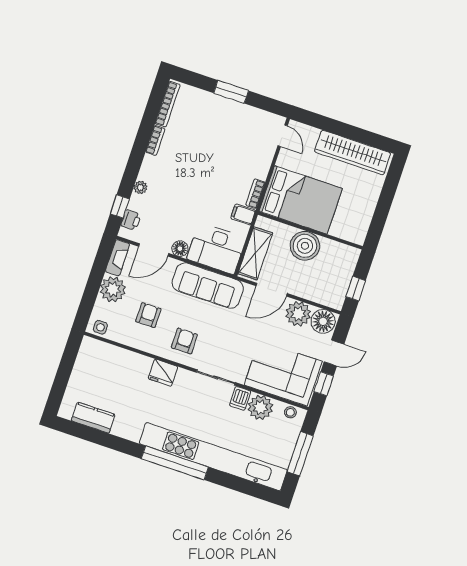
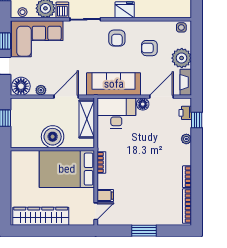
door: (283, 136) -> (96, 211), swing flipped
filing cabinet: (243, 214) -> (105, 196), moved
plant: (298, 314) -> (41, 90), width x0.53, depth x0.53
armchair: (148, 315) -> (149, 48), turned 90

